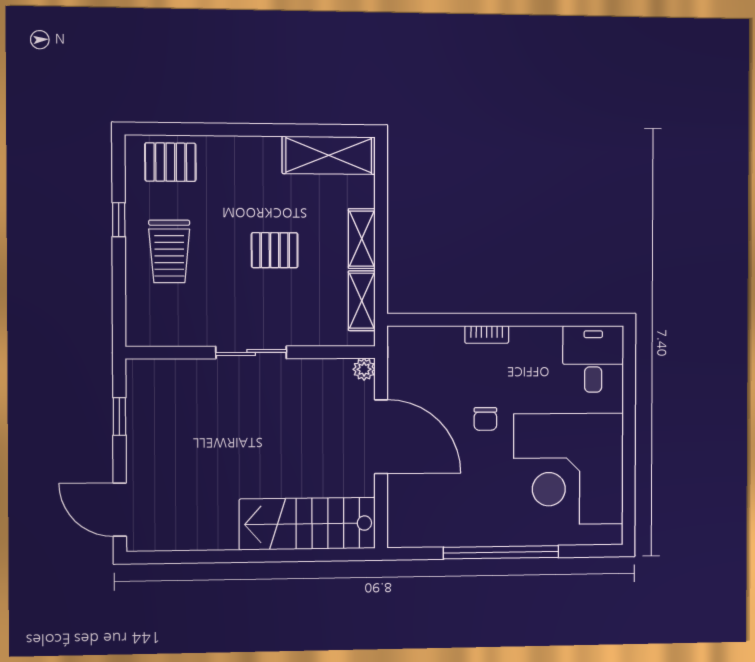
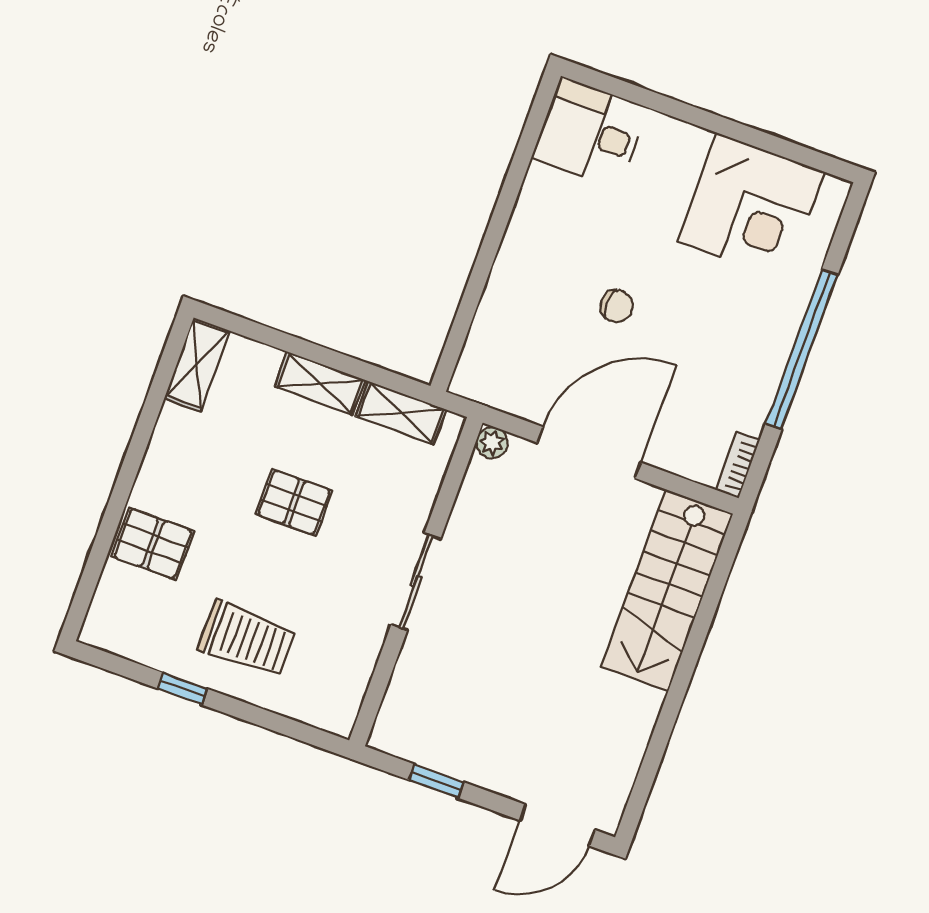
shelving: (329, 155) -> (197, 364), width x0.67, depth x0.75
pallet: (170, 162) -> (153, 544), moved, turned 90
pallet: (275, 250) -> (294, 502), turned 90
bookcase: (487, 334) -> (738, 465), moved, turned 180
corner desk: (569, 469) -> (751, 207), width x0.74, depth x0.74

